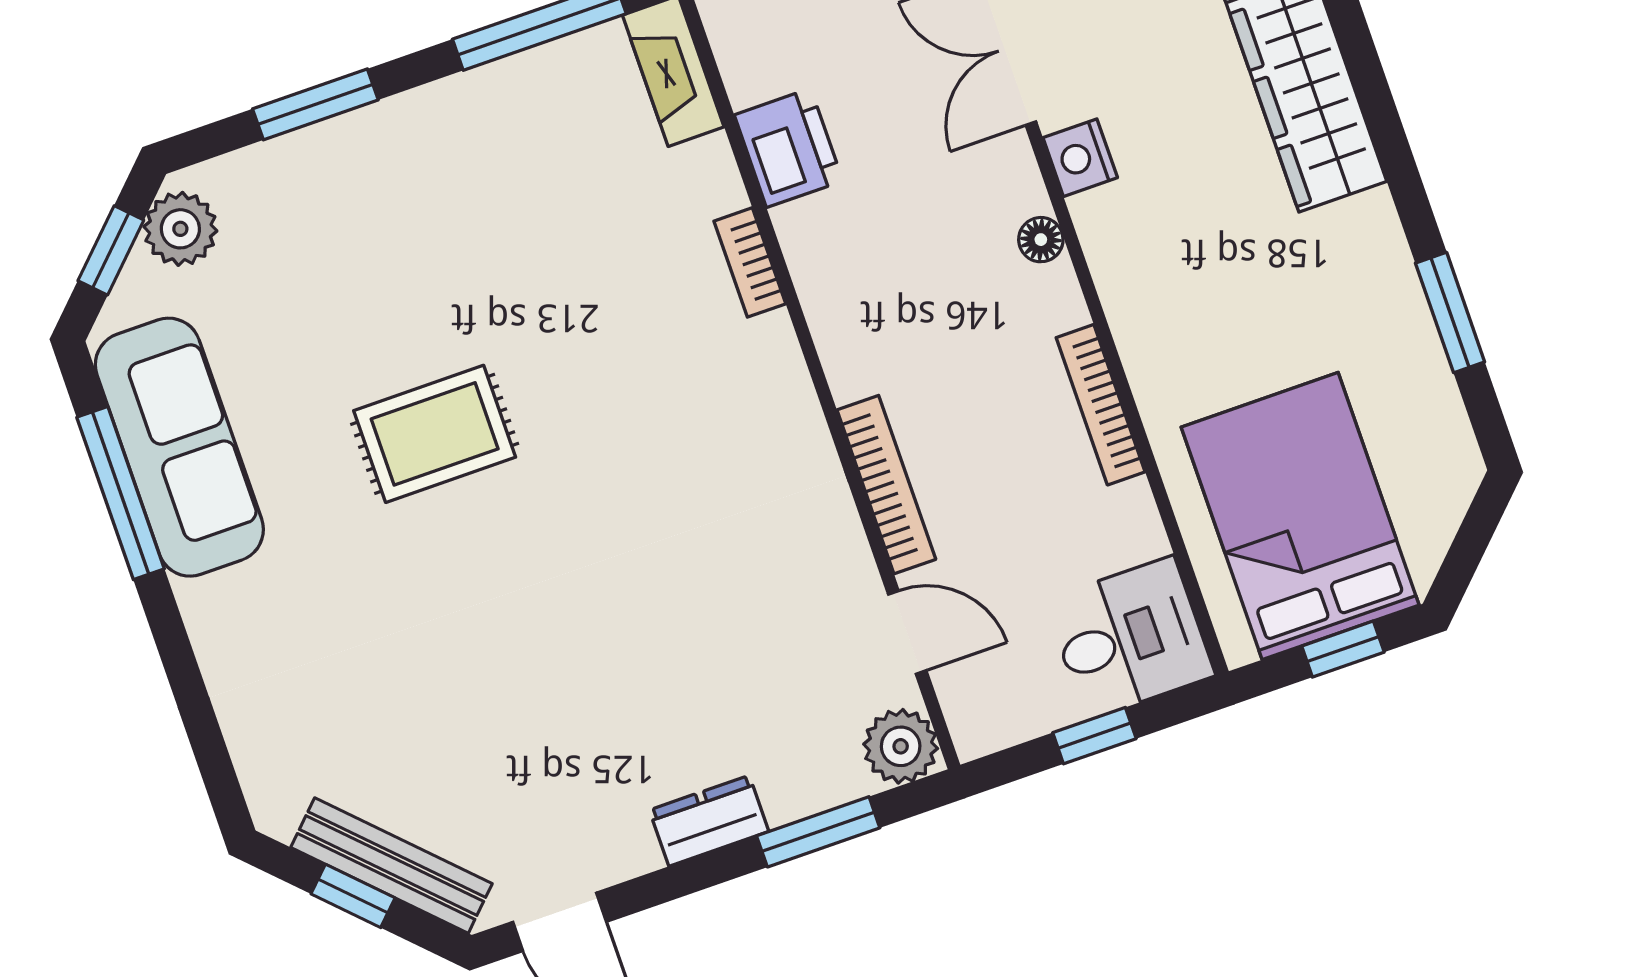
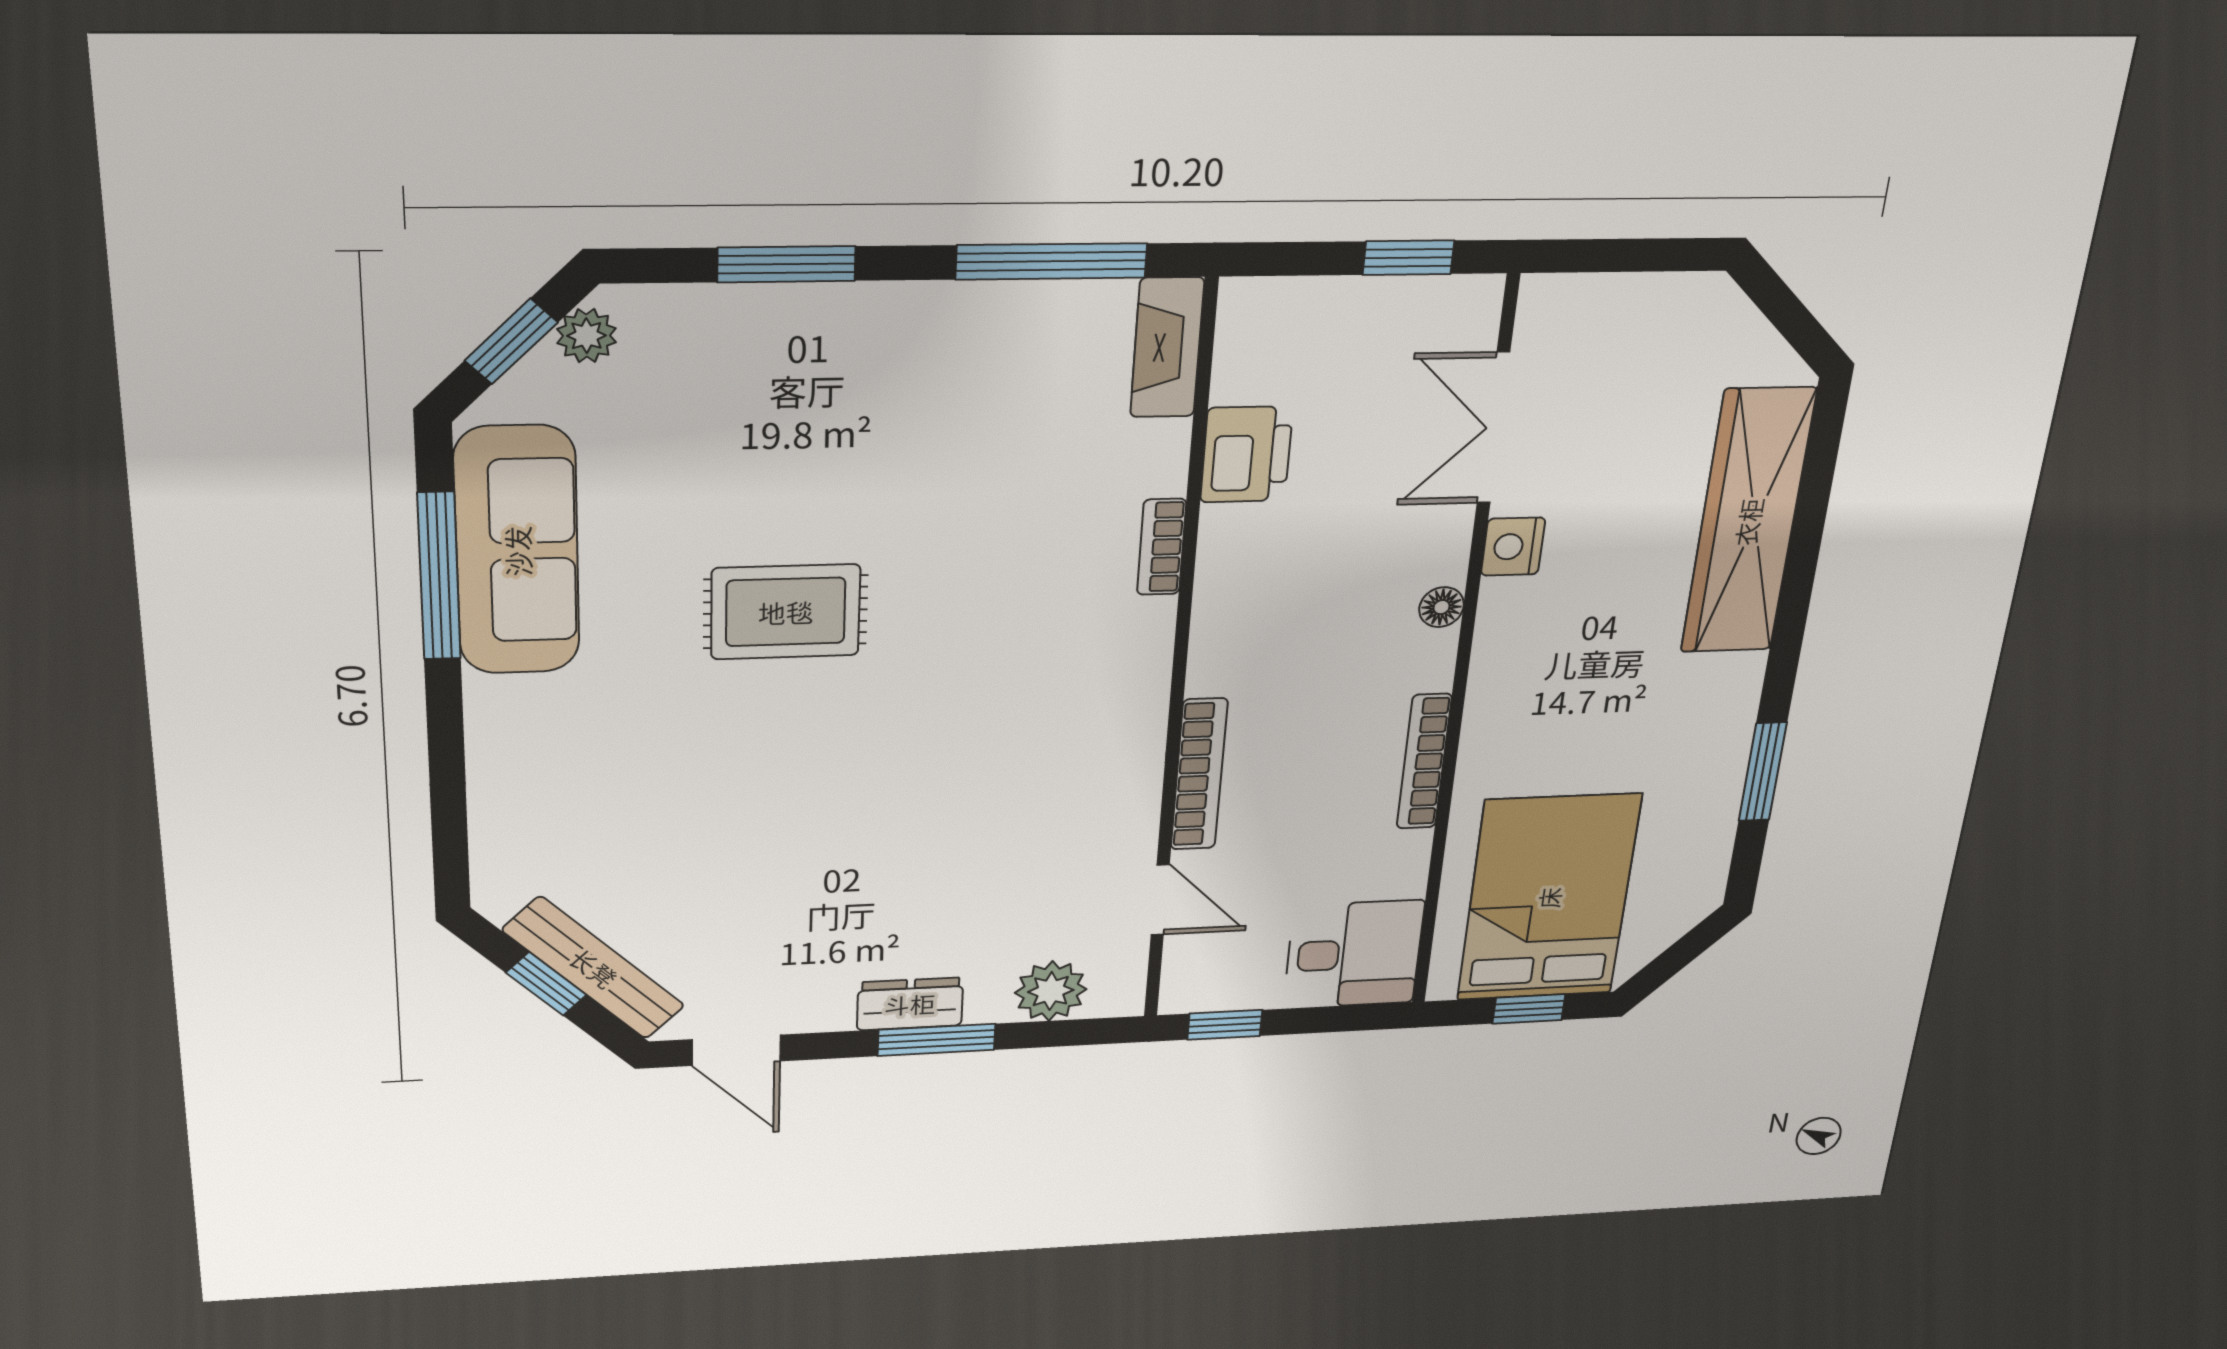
plant: (180, 229) -> (587, 336), width x0.73, depth x0.73
window: (1094, 736) -> (1225, 1025), moved
plant: (901, 746) -> (1051, 991), moved
window: (818, 832) -> (937, 1040), moved

